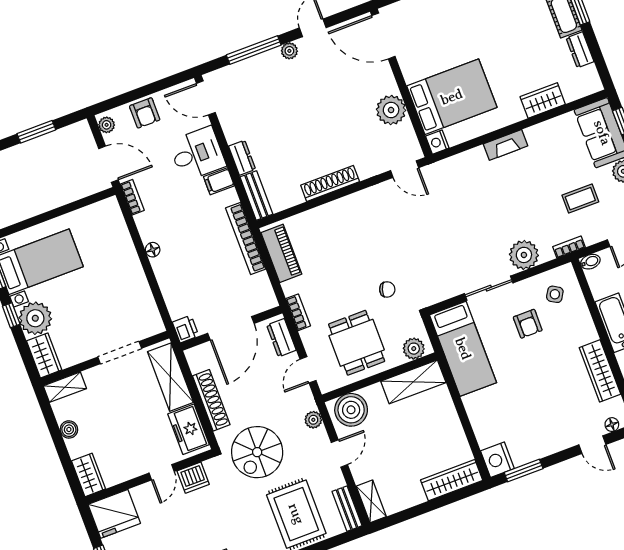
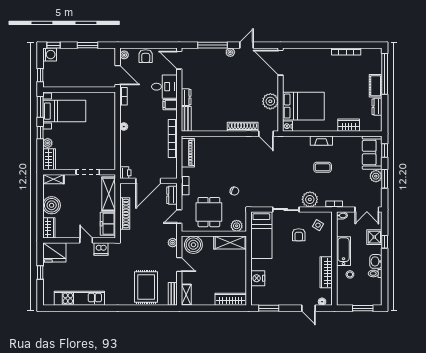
shoe rack: (330, 183) -> (243, 127), moved
coffee table: (580, 199) -> (323, 167), moved
plant: (35, 318) -> (48, 143), width x0.53, depth x0.53
boiler: (69, 429) -> (52, 205), width x1.86, depth x1.86
spiral stairs: (257, 452) -> (138, 248), removed
door: (339, 454) -> (179, 265), hinge flipped
nightstand: (497, 460) -> (258, 278), moved
door: (162, 472) -> (86, 240), swing flipped

